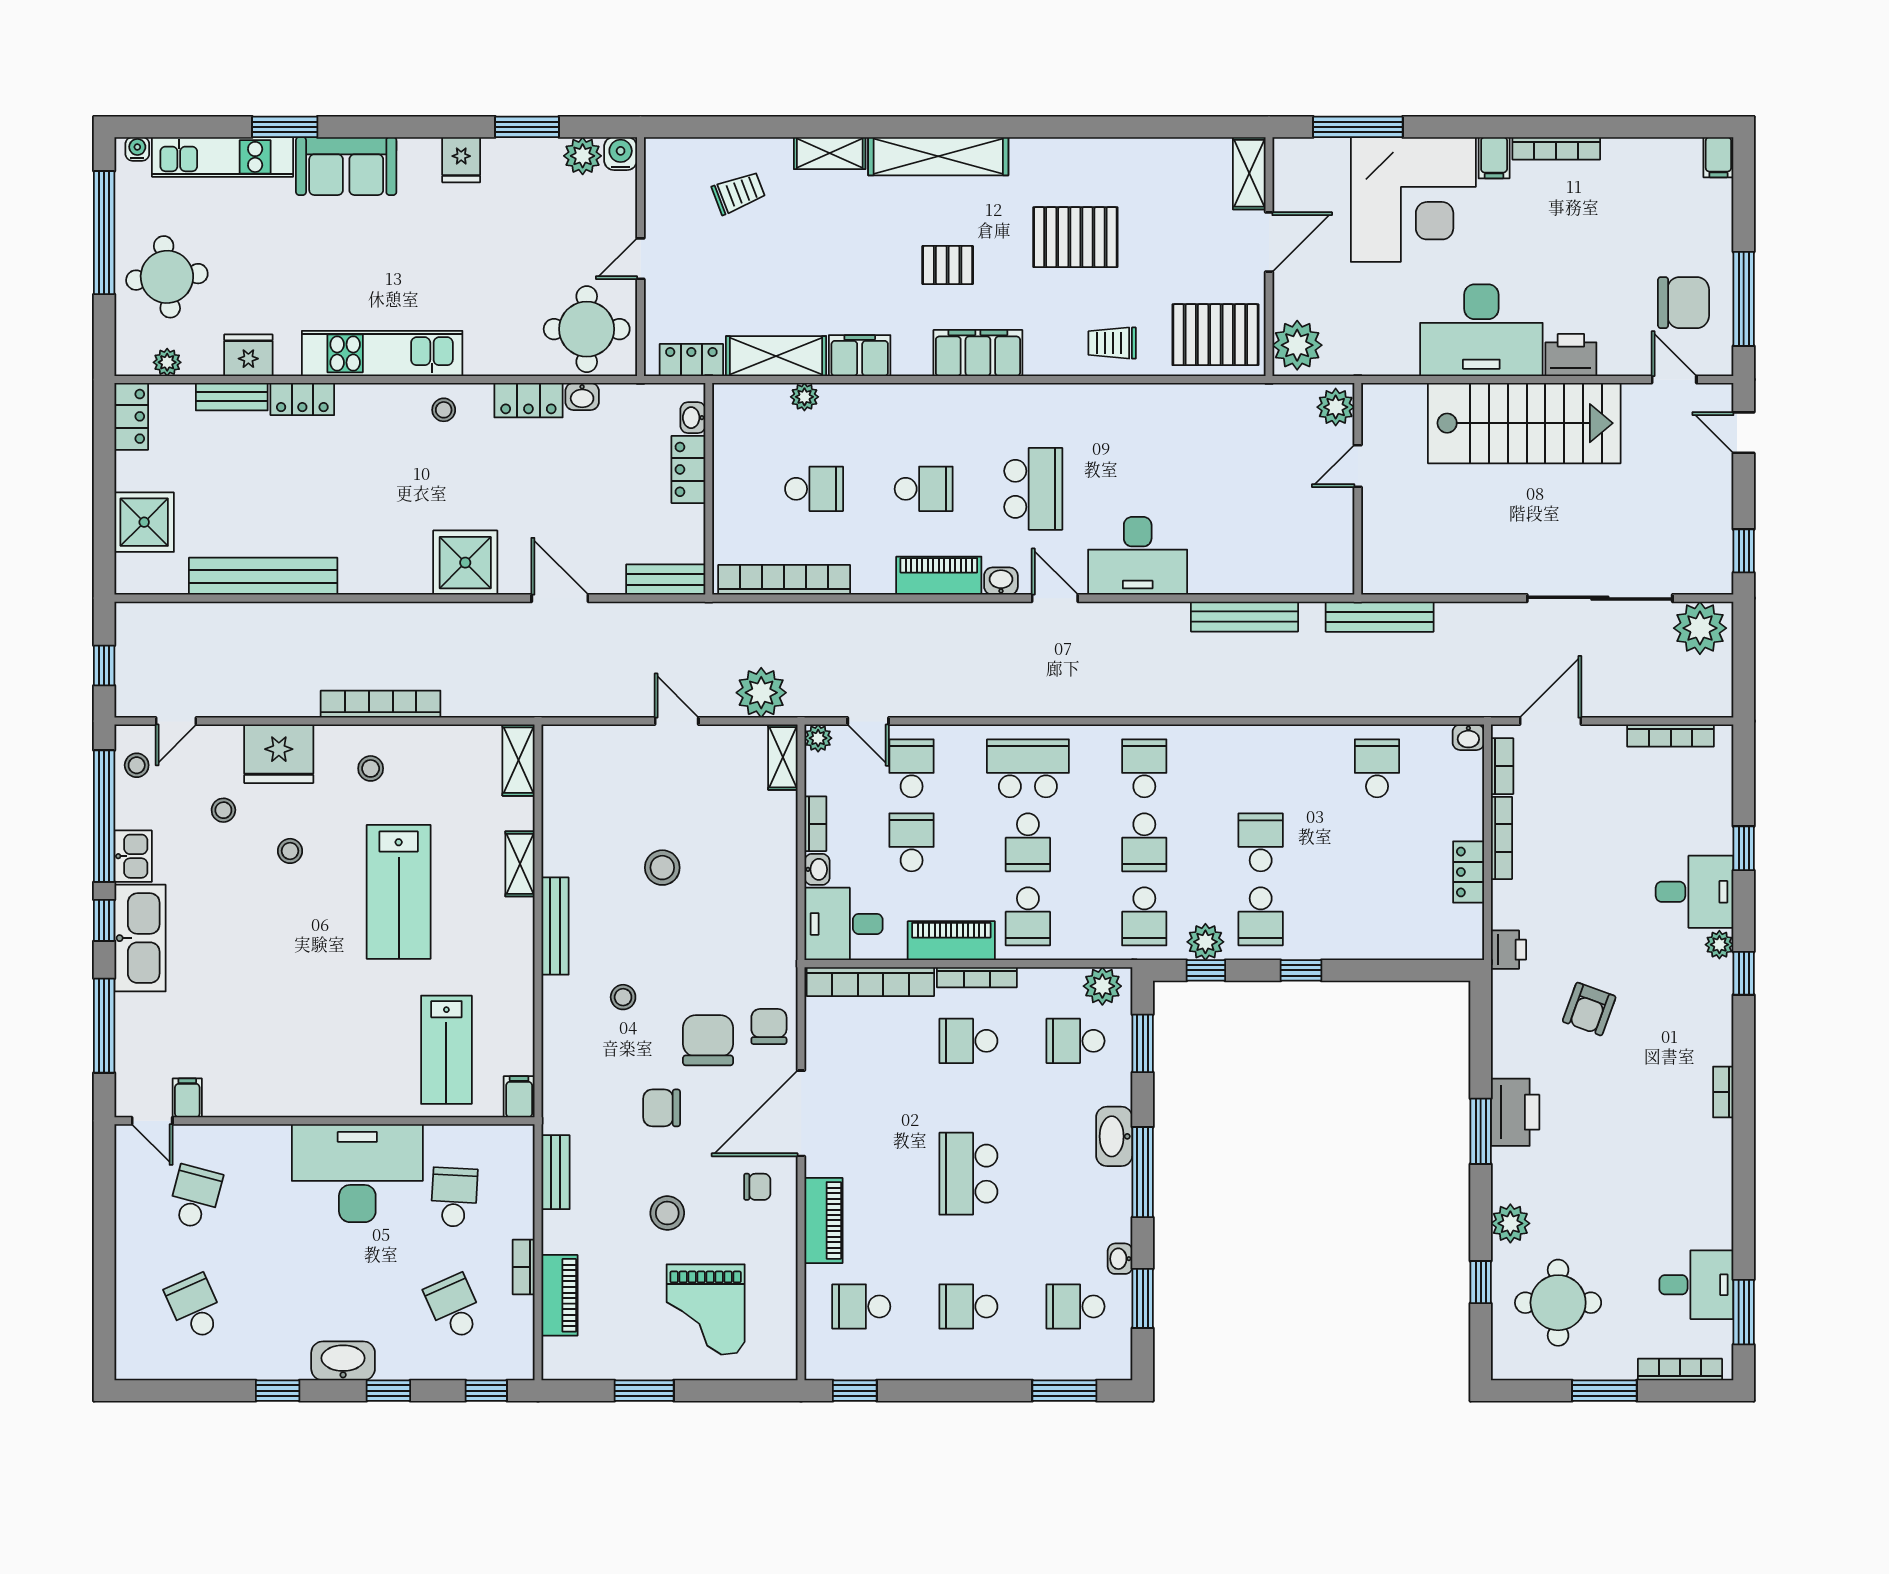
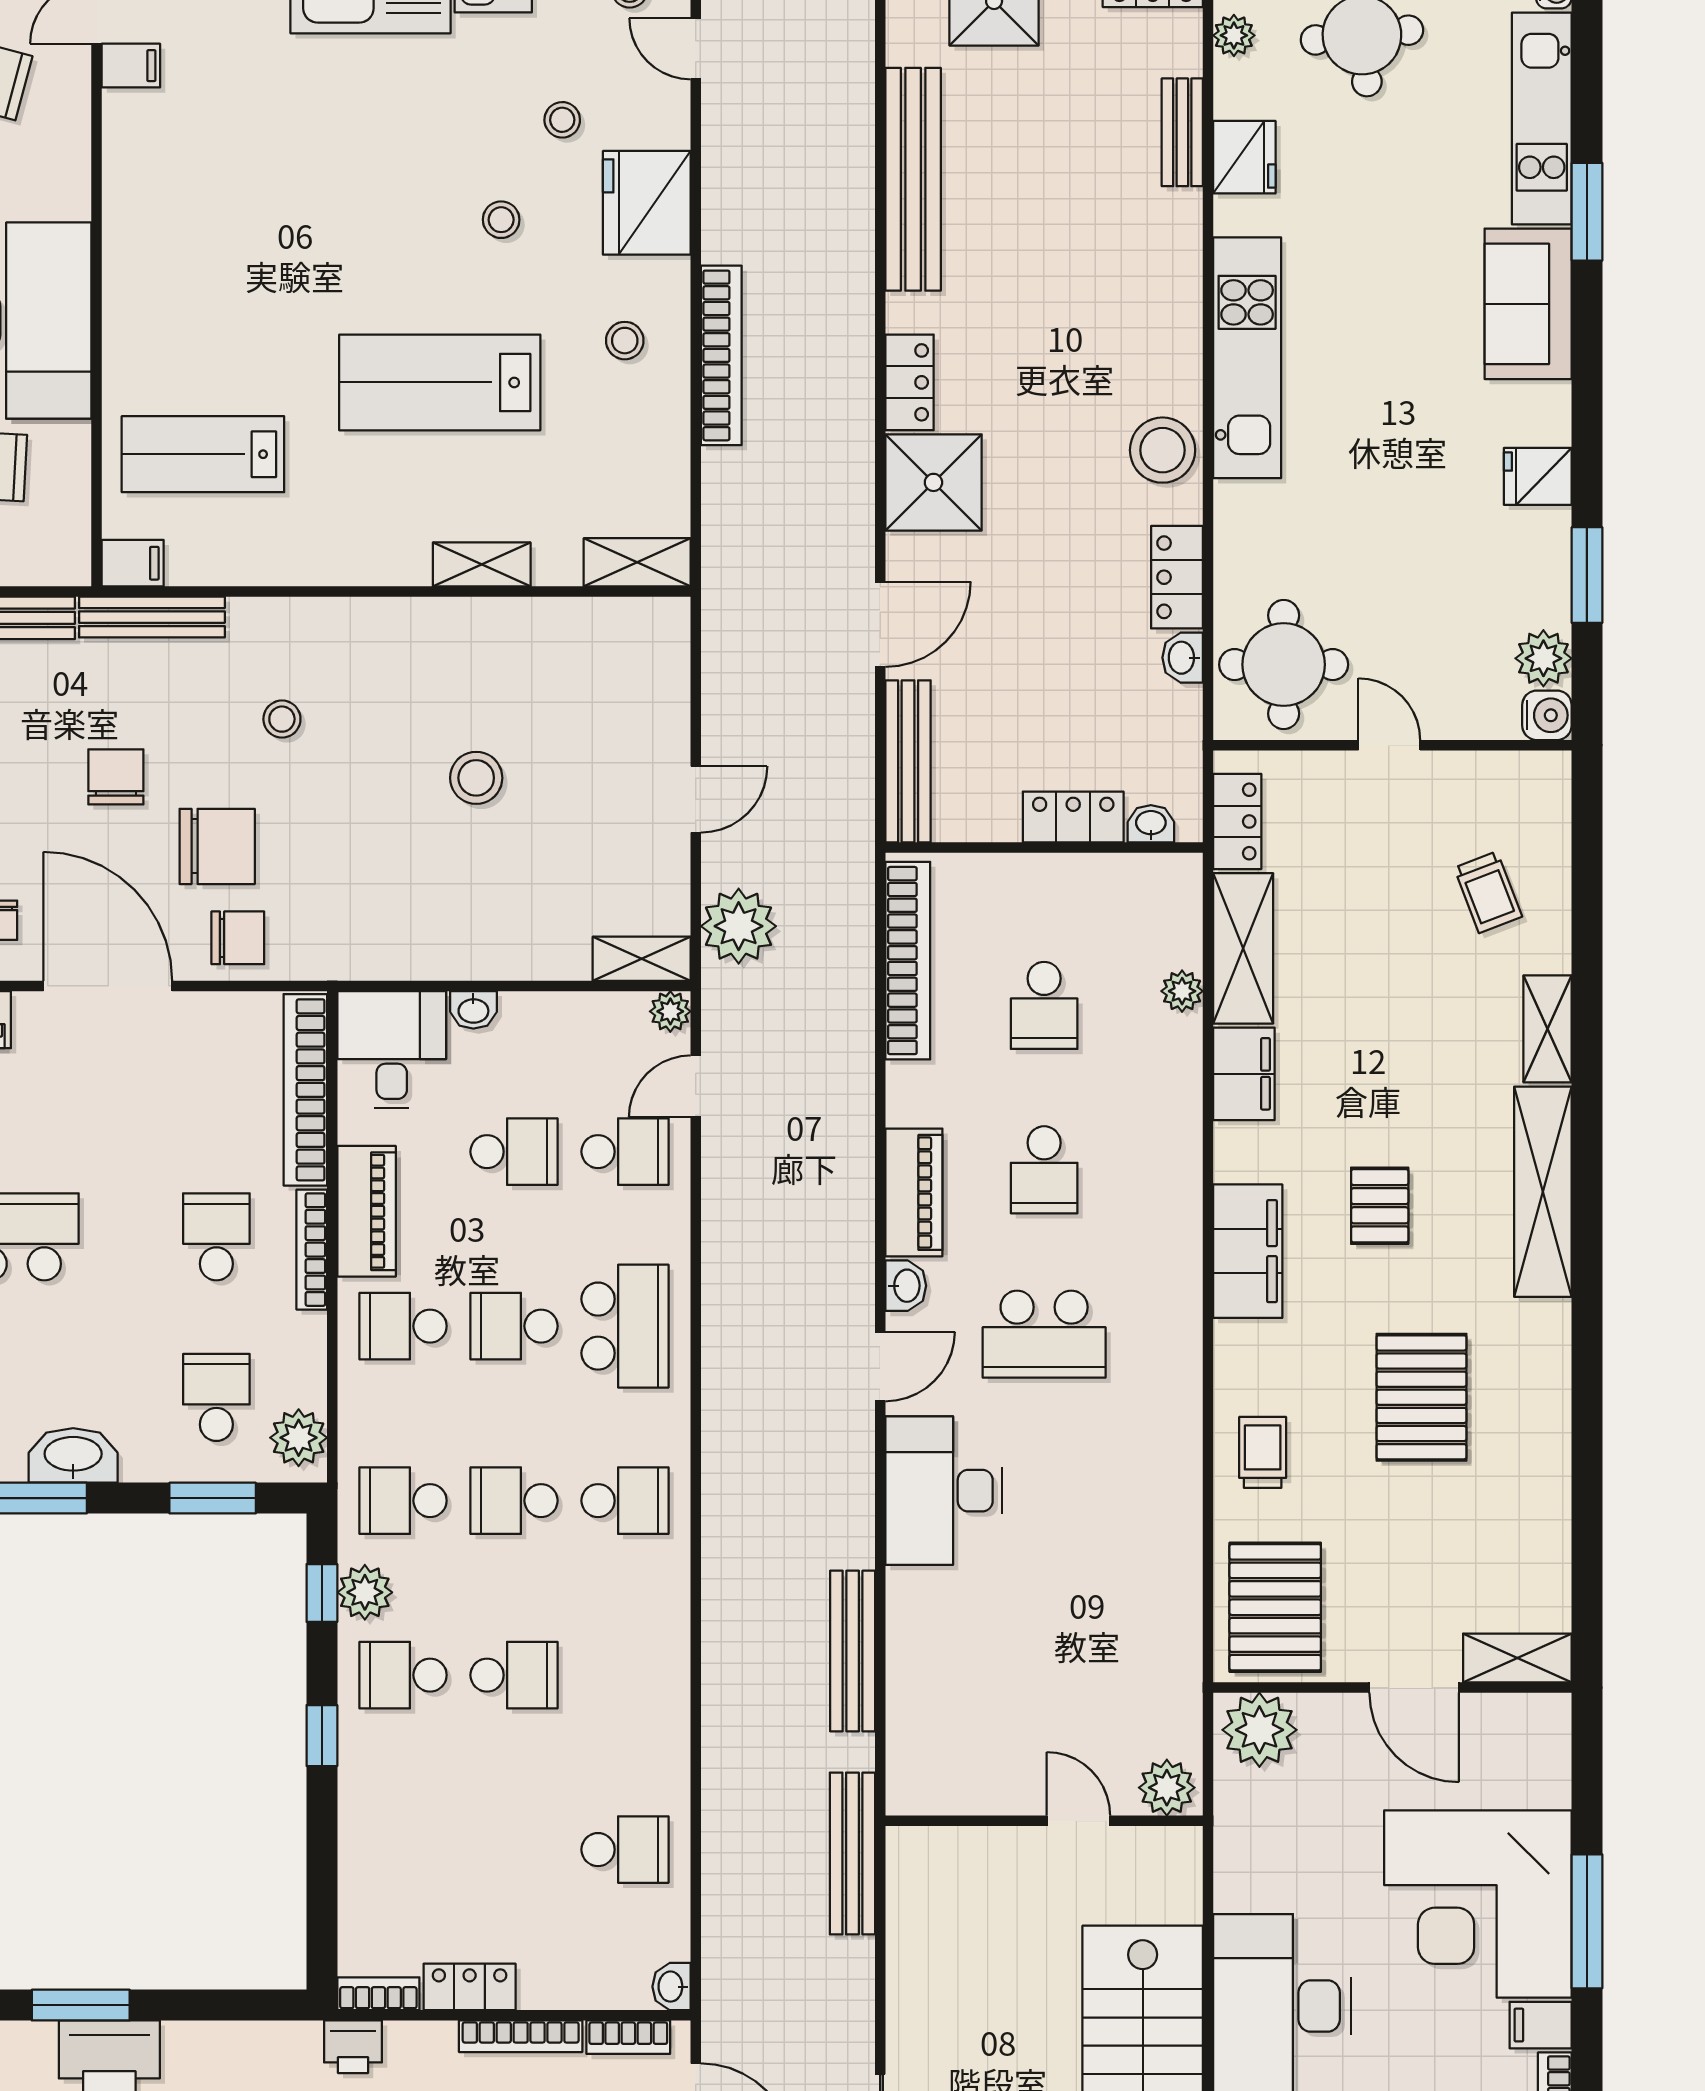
window: (1358, 127) -> (1587, 1921), moved
locker: (302, 399) -> (910, 382), moved, turned 180
stool: (444, 410) -> (1163, 450), width x1.89, depth x1.89
bench: (666, 580) -> (908, 761), width x1.36
bookcase: (815, 824) -> (378, 1994), moved, turned 180
bench: (555, 926) -> (152, 617), moved

